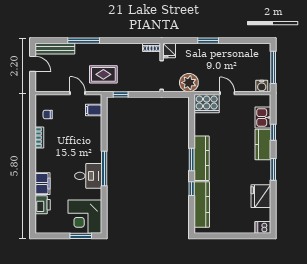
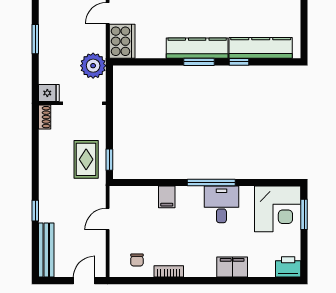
window: (84, 41) -> (35, 211), width x0.46
door: (33, 64) -> (84, 281), moved
rug: (103, 74) -> (86, 159), moved
filing cabinet: (94, 110) -> (167, 197), moved
printer: (43, 205) -> (288, 267), moved

